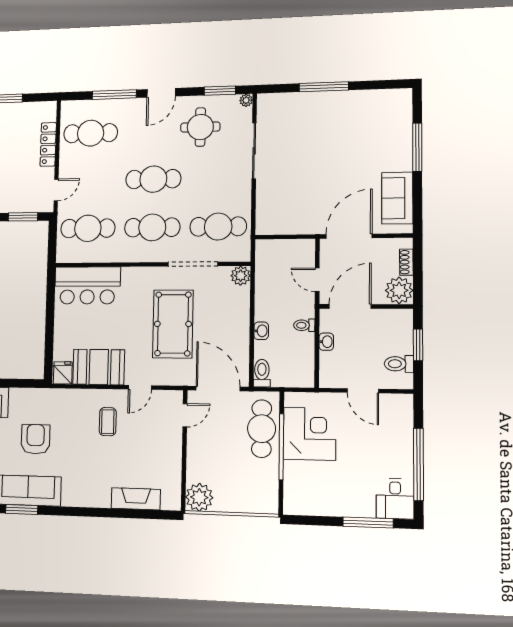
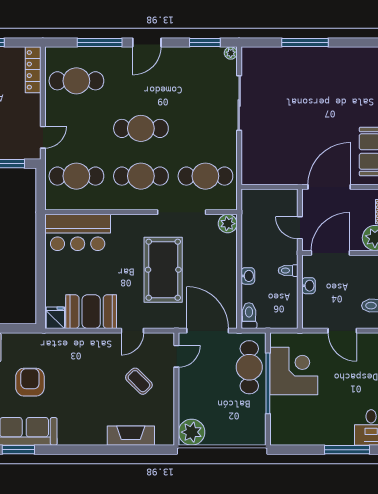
round table: (200, 127) -> (186, 78), removed
locker: (48, 144) -> (33, 70), moved
coffee table: (108, 422) -> (139, 381), moved, turned -45

